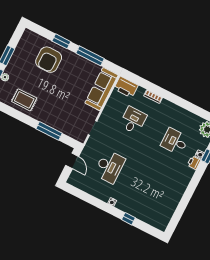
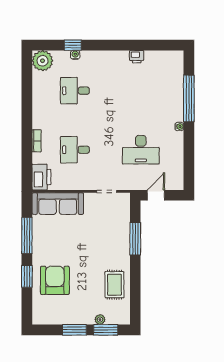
armchair: (49, 60) -> (55, 280), turned -90
desk: (175, 141) -> (75, 91), turned 90
printer: (194, 163) -> (137, 57), moved
desk: (110, 167) -> (141, 150), turned 180
window: (128, 219) -> (189, 99), width x3.17

